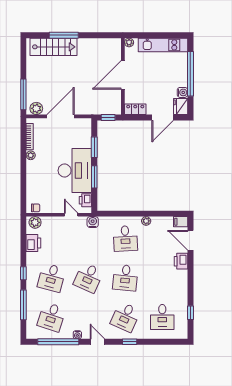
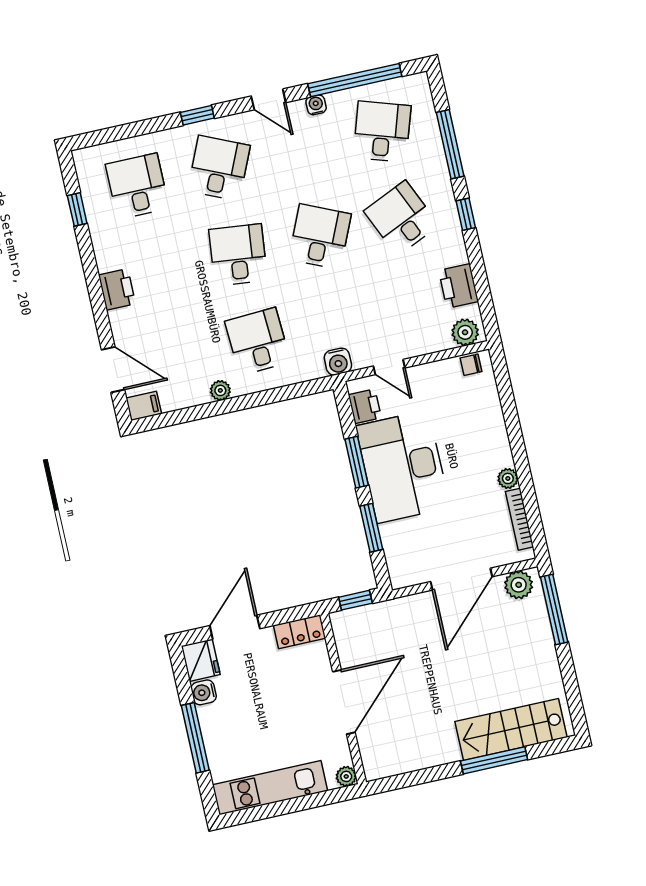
window: (190, 74) -> (195, 738), width x0.68
printer: (181, 261) -> (117, 289), moved
desk: (51, 278) -> (401, 218), turned -39

